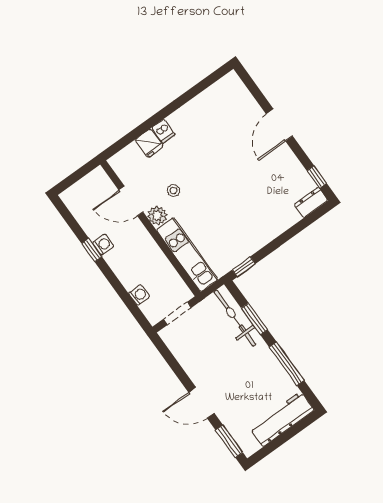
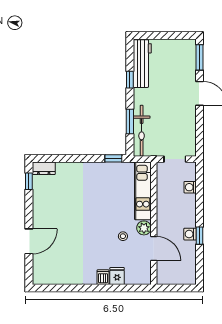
door: (279, 125) -> (29, 241), moved
window: (287, 364) -> (130, 80), width x0.46
workbench: (282, 419) -> (142, 64), moved, turned -90

